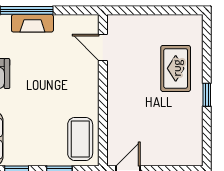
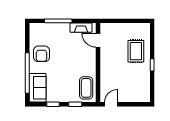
fireplace: (32, 23) -> (81, 28), moved

